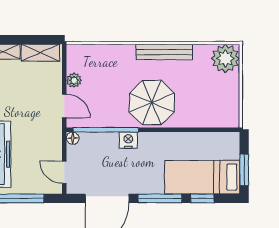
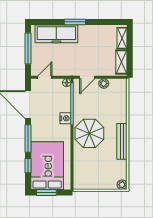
plant: (225, 58) -> (122, 185), width x0.53, depth x0.53
bed: (202, 177) -> (47, 166), width x1.50

